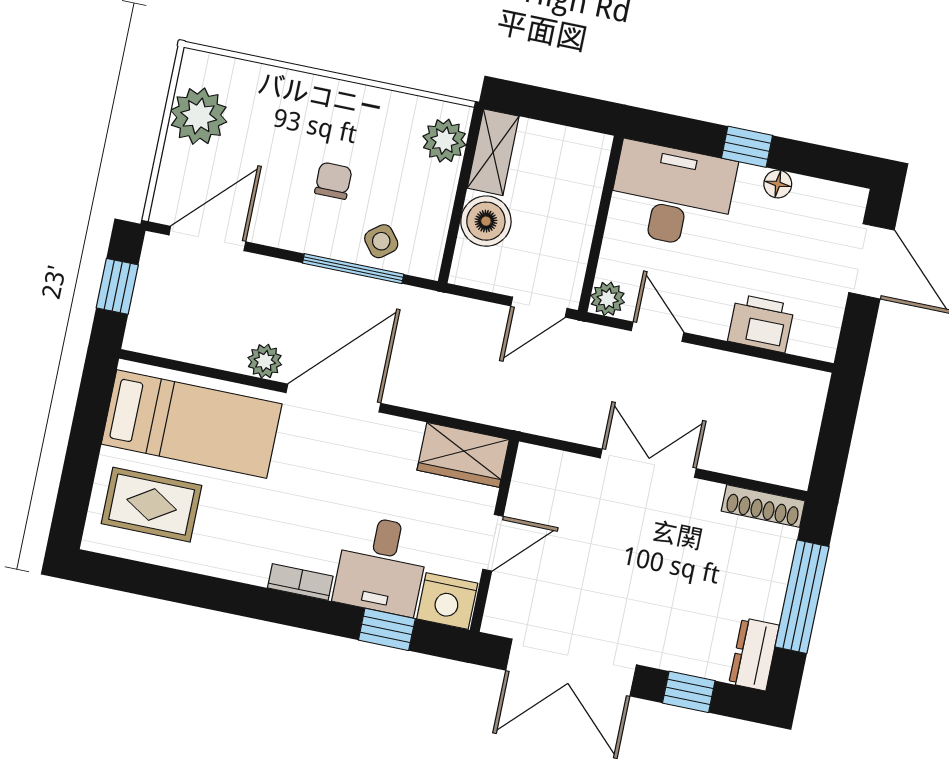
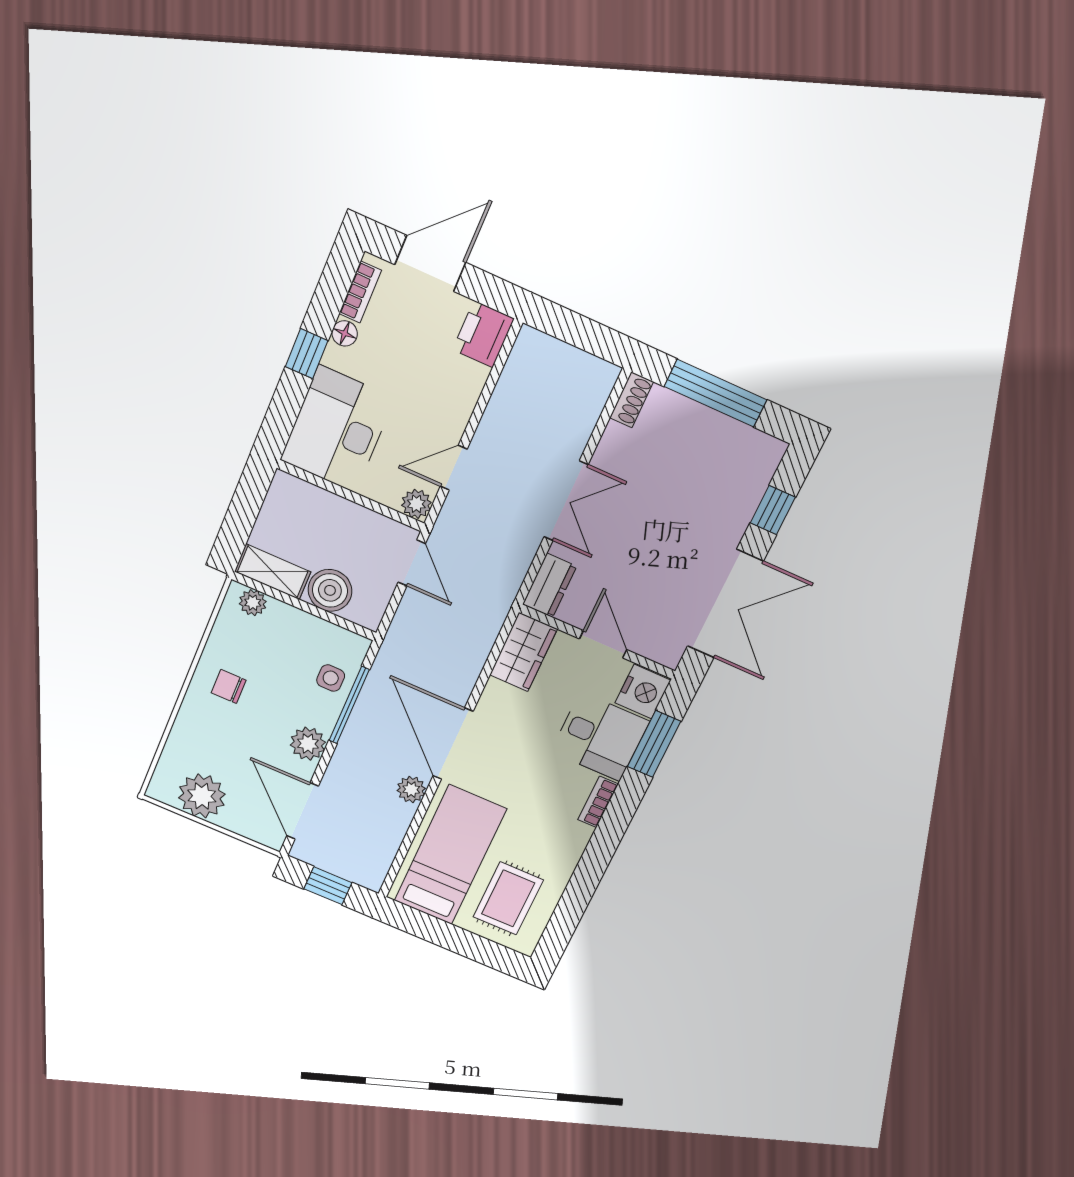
plant: (444, 141) -> (253, 603), width x0.73, depth x0.73
chair: (333, 181) -> (229, 686), moved
bookcase: (825, 192) -> (360, 292), added
plant: (294, 230) -> (308, 744), added
side table: (381, 241) -> (331, 678), turned 38
printer: (761, 323) -> (483, 334), moved
double door: (648, 463) -> (566, 501), swing flipped
shoe rack: (763, 506) -> (632, 400), width x0.70
window: (387, 629) -> (654, 744), width x1.50
dresser: (754, 654) -> (550, 585), moved, turned -90

